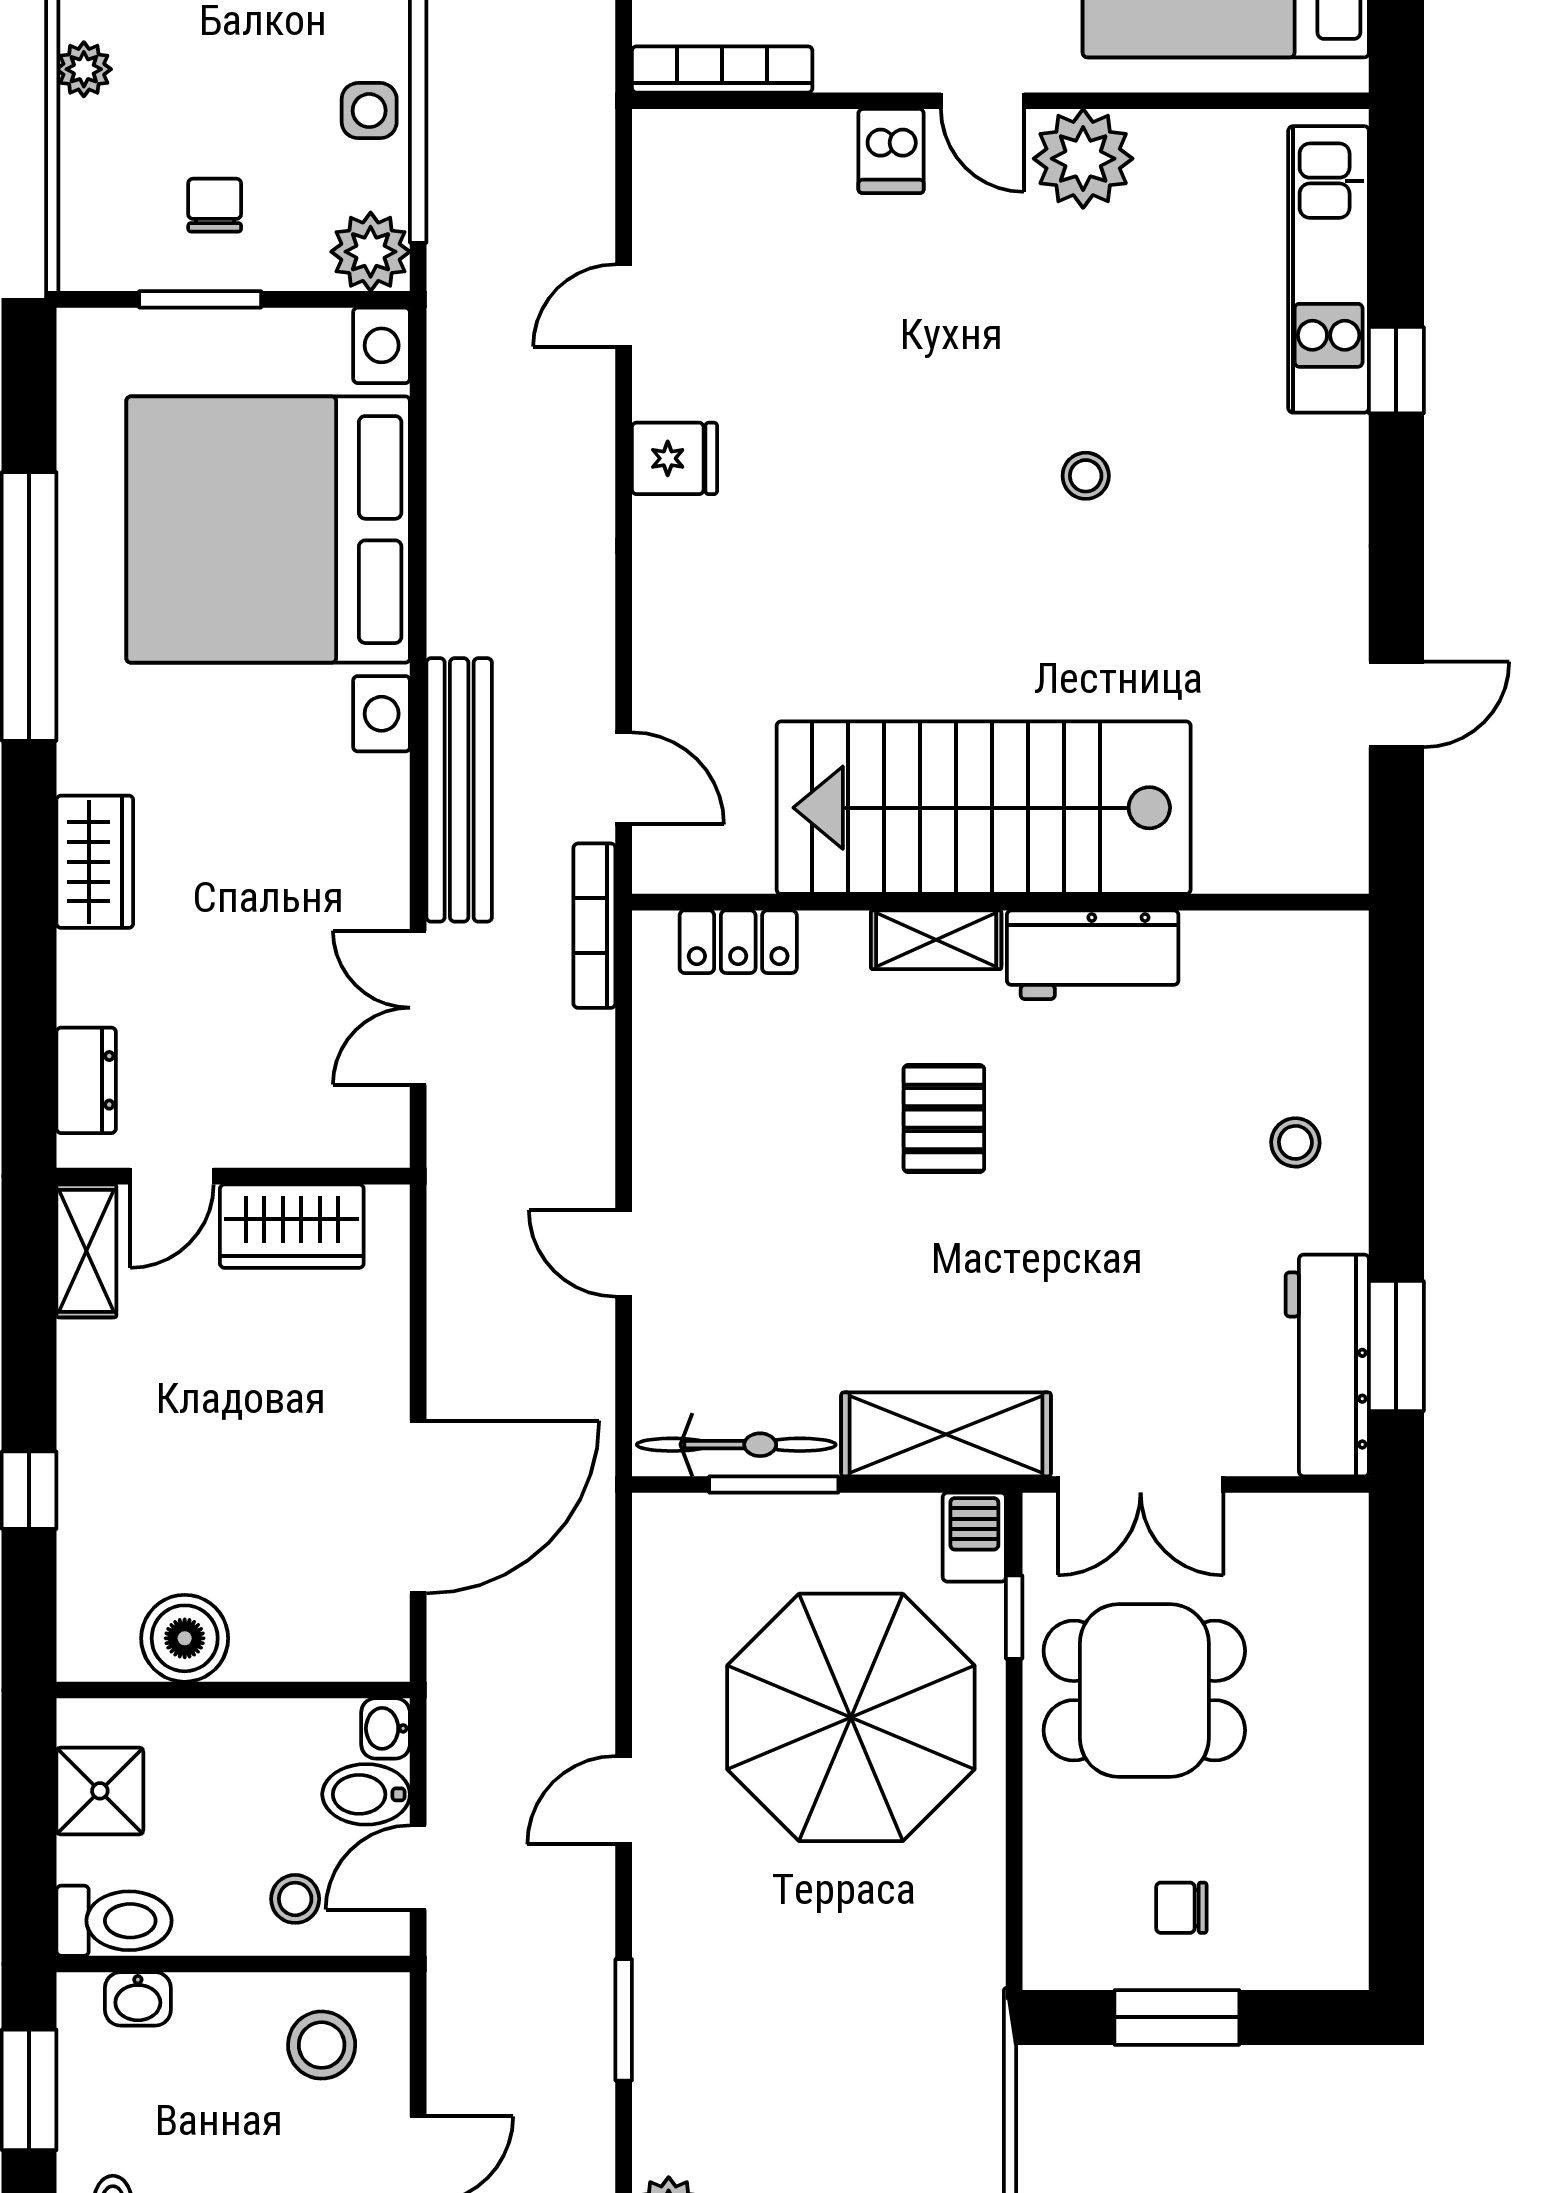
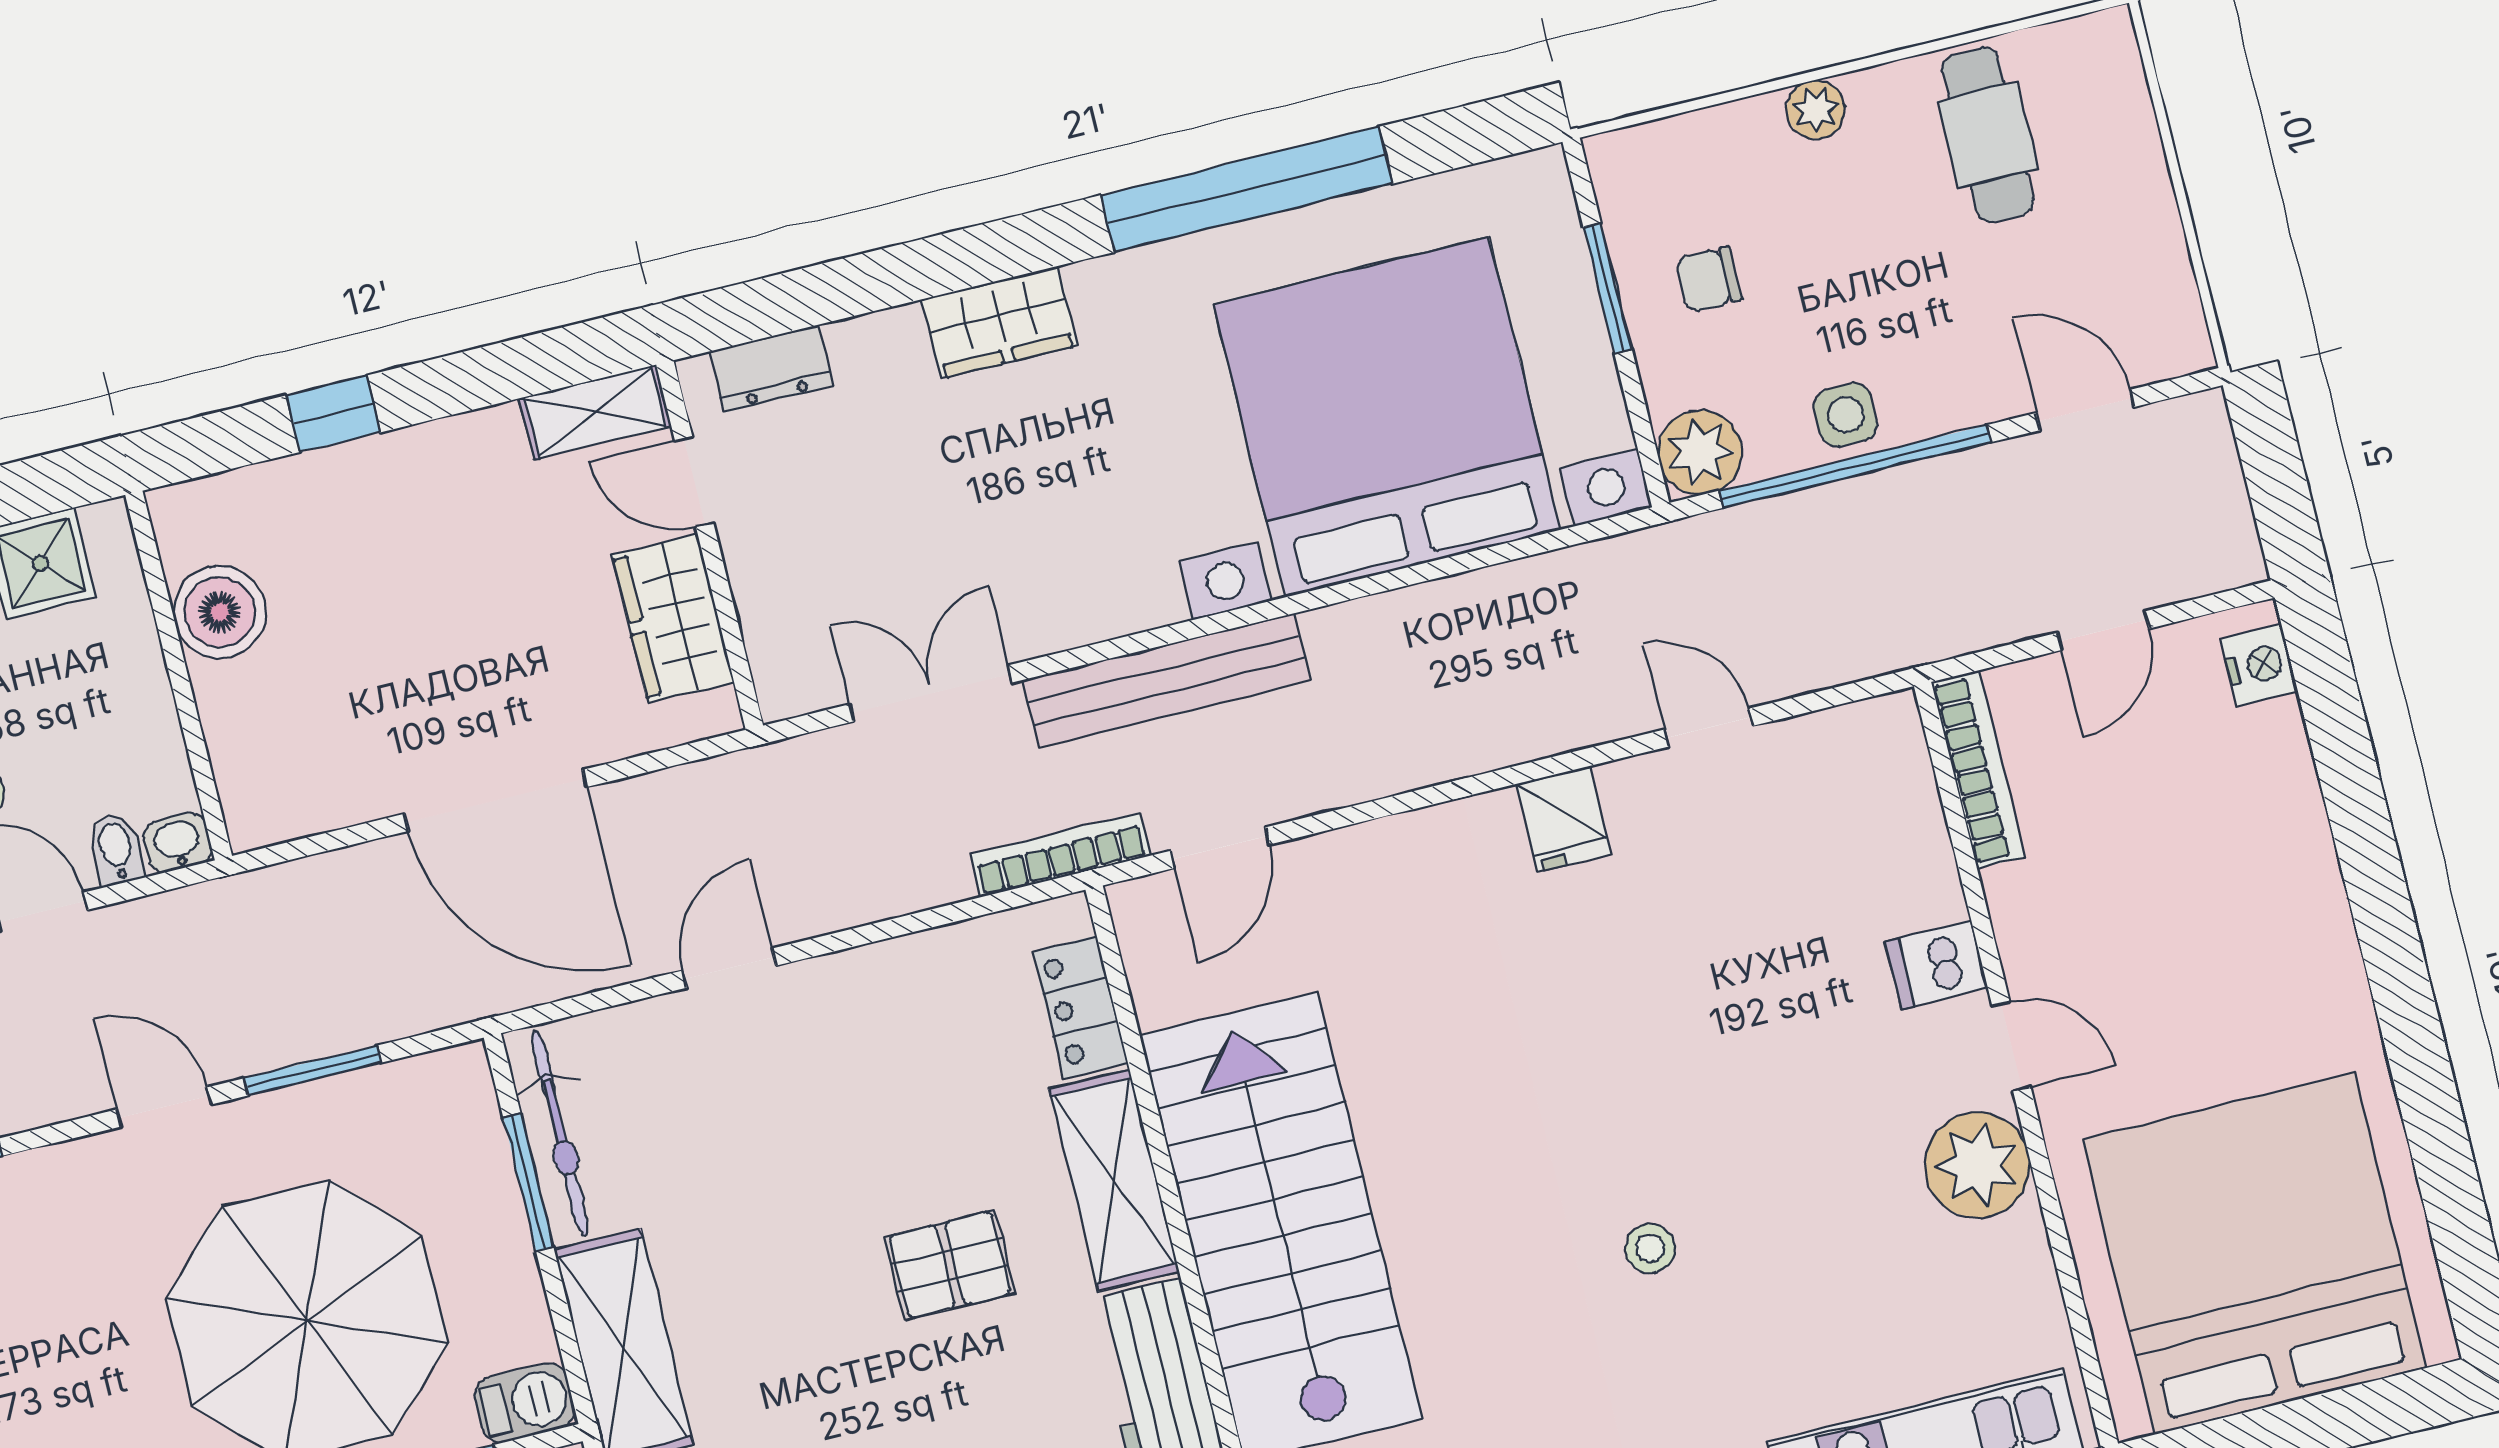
door: (982, 101) -> (2011, 1046), swing flipped
chair: (215, 205) -> (1709, 279), turned 180
shelving: (936, 940) -> (1114, 1180), width x1.50, depth x1.33
door: (418, 1507) -> (495, 800), moved
window: (624, 1656) -> (313, 1070), added
bidet: (366, 1794) -> (116, 849), width x0.72, depth x0.74

